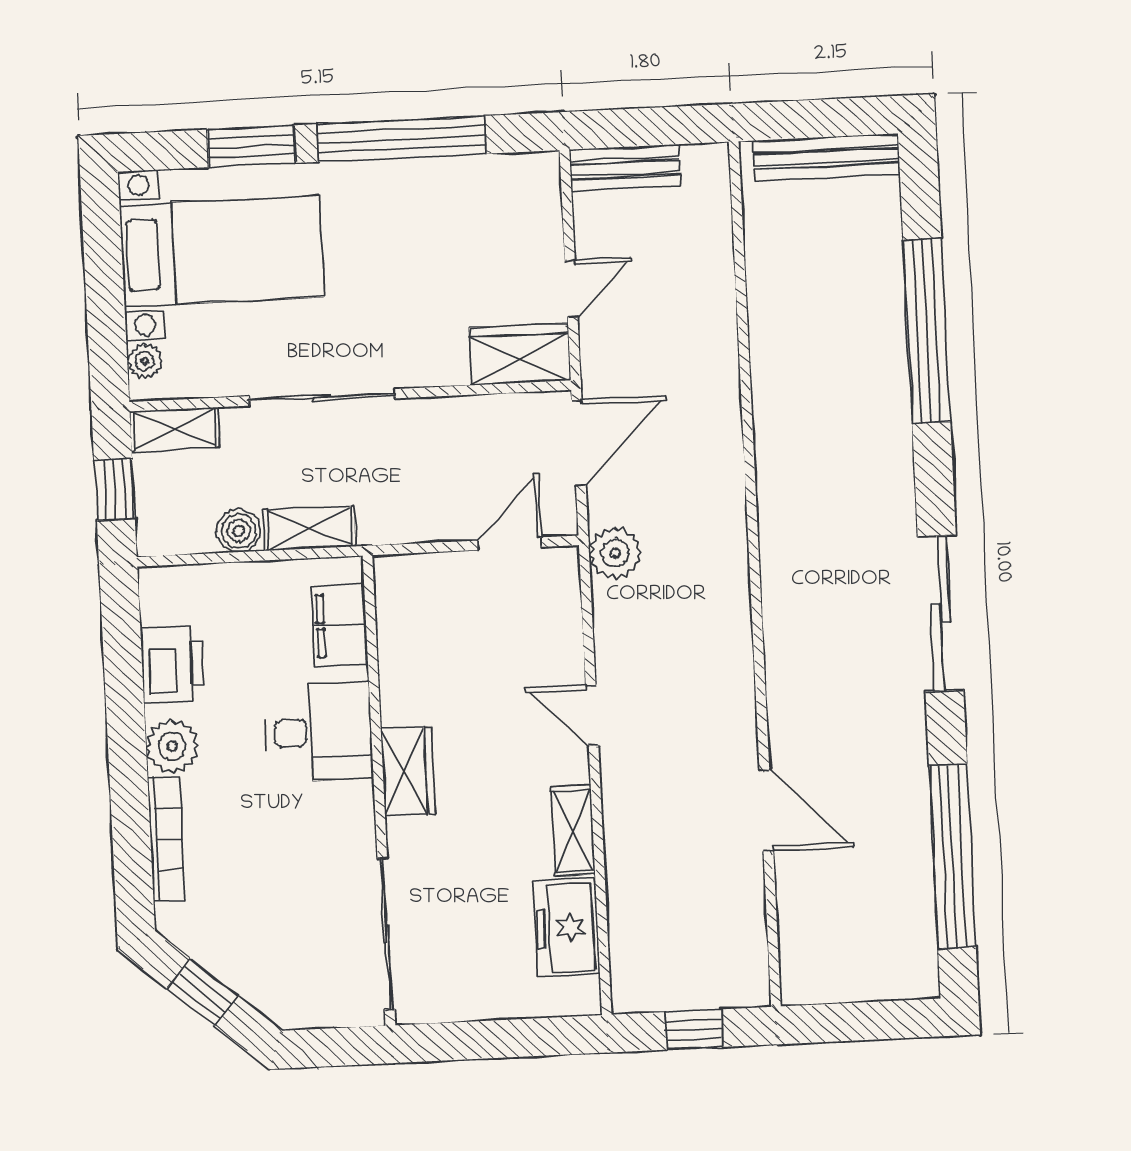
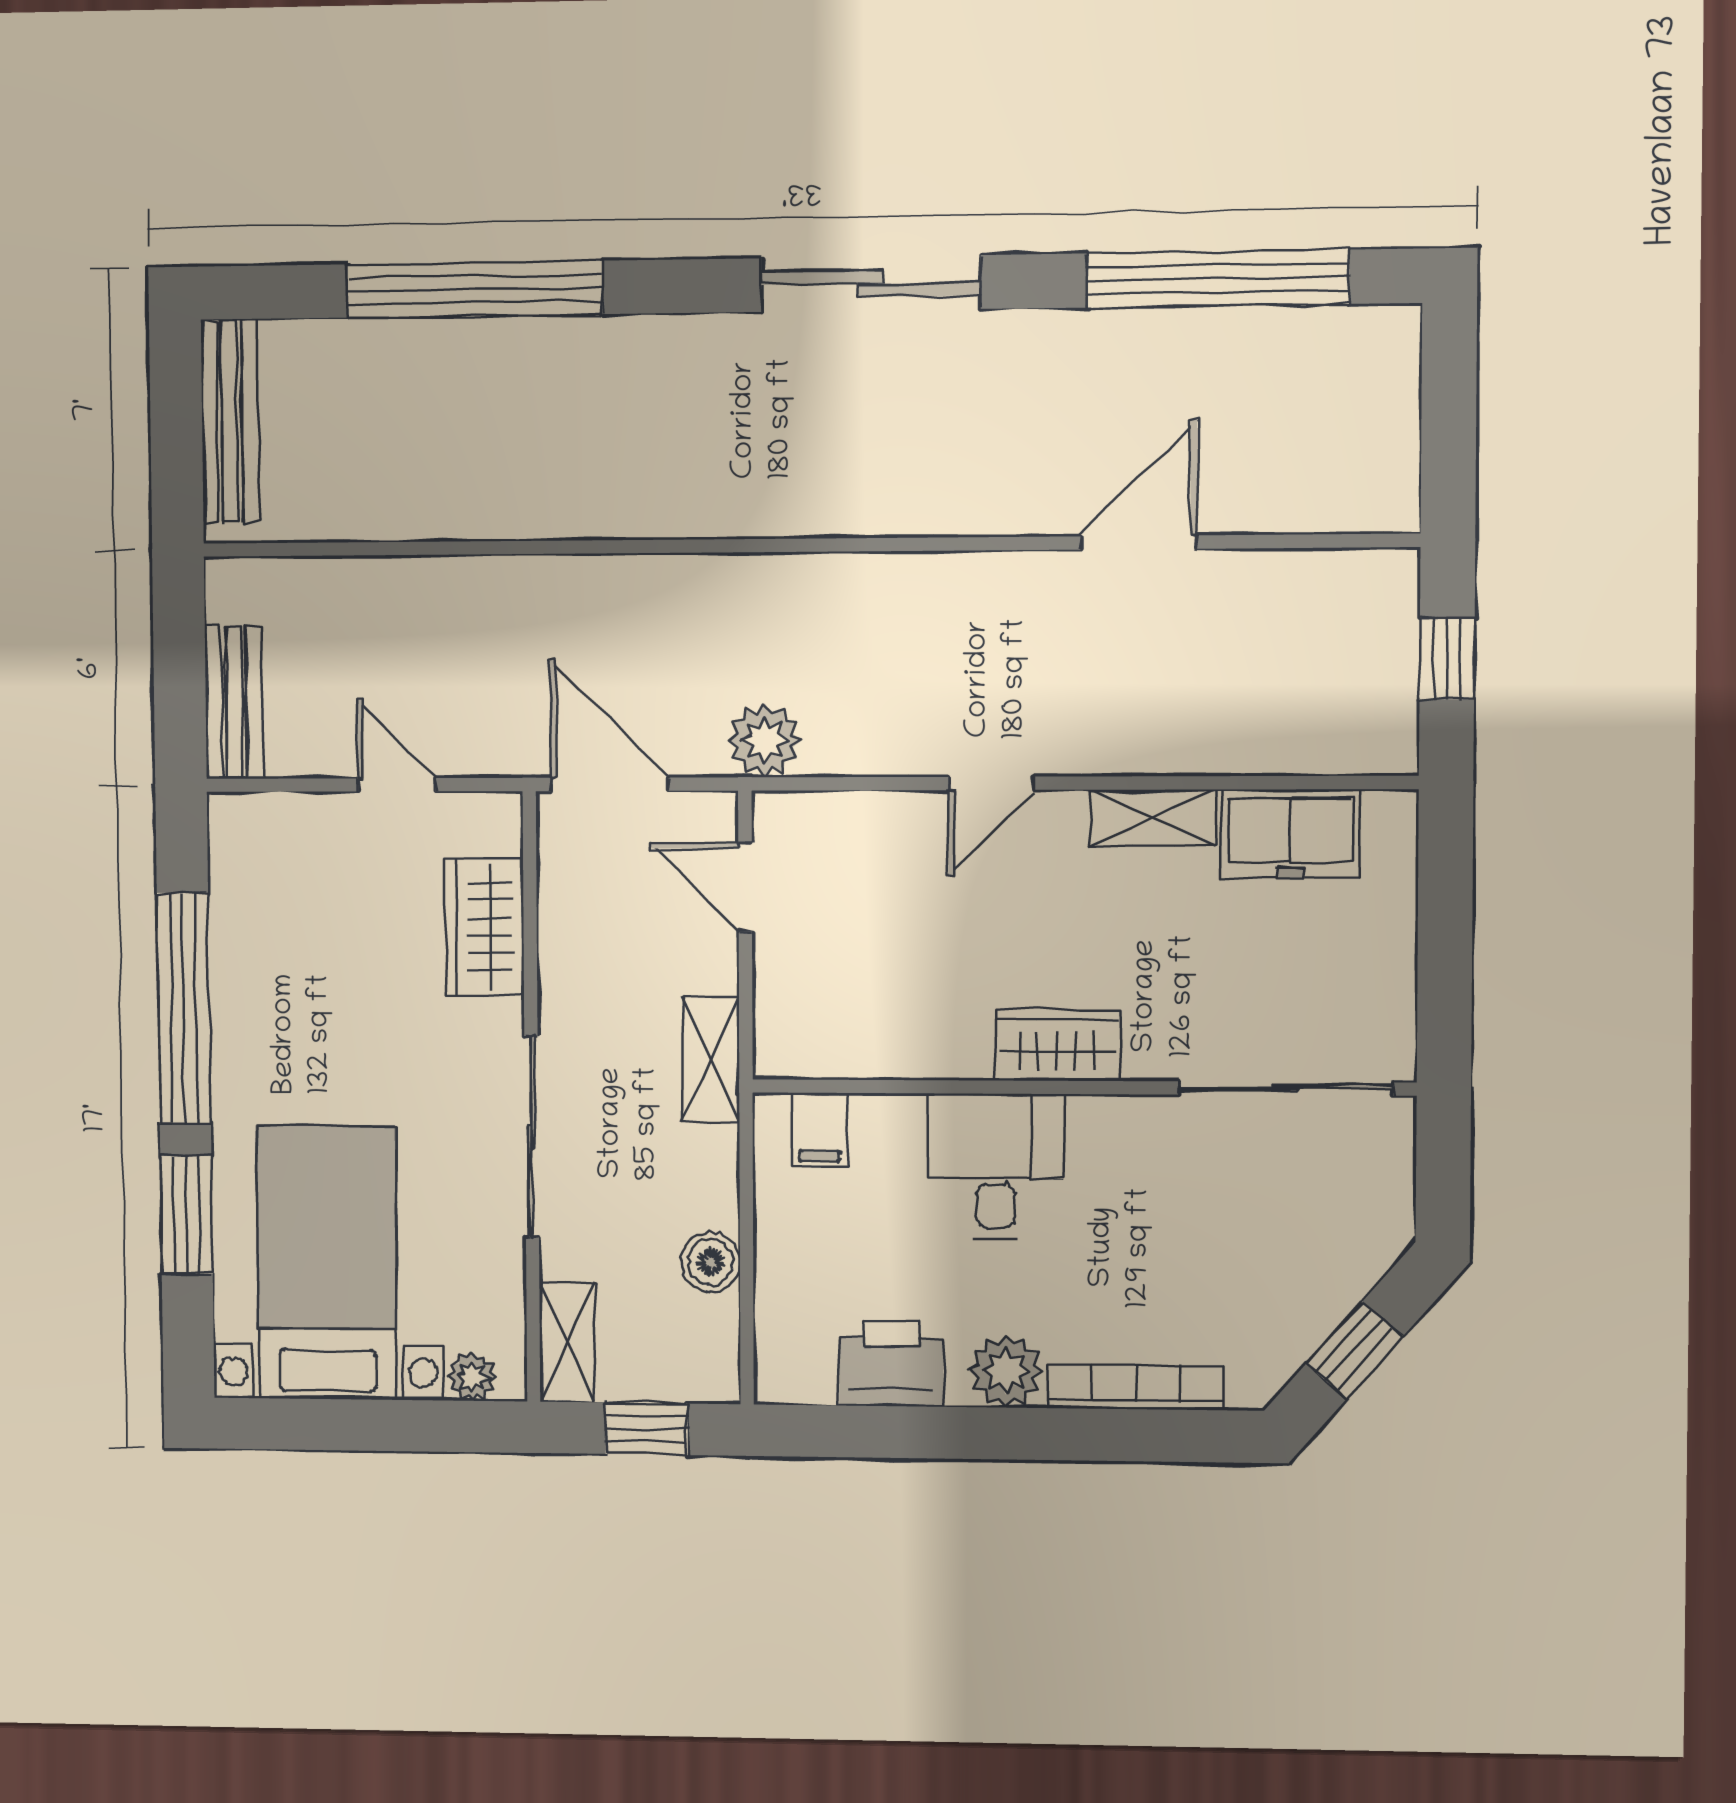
wardrobe: (520, 354) -> (484, 927), moved
shelving: (309, 528) -> (711, 1059), moved
filing cabinet: (339, 625) -> (820, 1130), width x0.50

